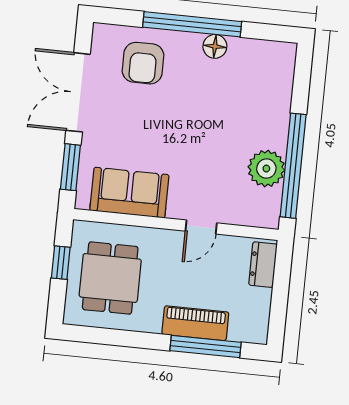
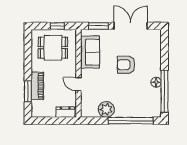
window: (192, 24) -> (164, 91), moved
armchair: (143, 63) -> (126, 65), moved
window: (293, 166) -> (131, 121), moved
window: (206, 346) -> (28, 91), width x0.69

